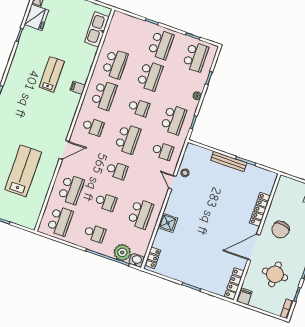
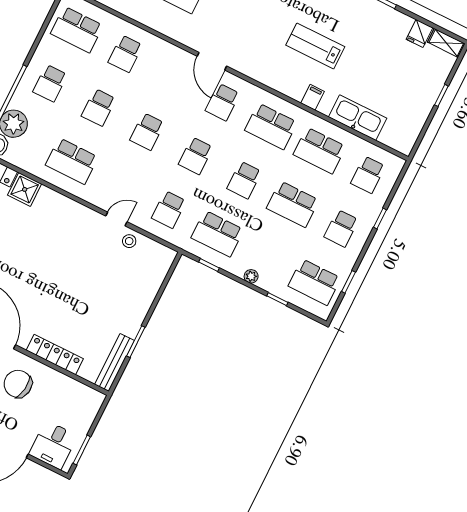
fridge: (37, 17) -> (420, 33), width x0.53, depth x0.75
kitchen sink: (97, 29) -> (358, 118), moved
school desk: (126, 32) -> (368, 175), added
school desk: (161, 45) -> (341, 228), width x0.54
lab bench: (52, 74) -> (315, 46), turned 180
filing cabinet: (78, 88) -> (312, 97), moved
school desk: (128, 139) -> (196, 156), width x0.54
door: (64, 150) -> (212, 61), moved
bench: (229, 162) -> (114, 363), moved
school desk: (71, 190) -> (125, 54), width x0.54
shower: (168, 223) -> (25, 189), moved

